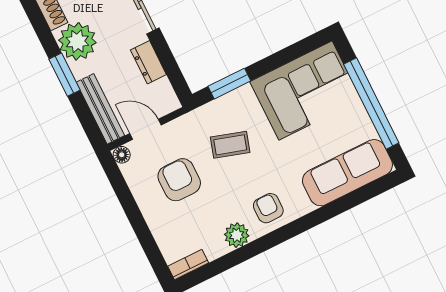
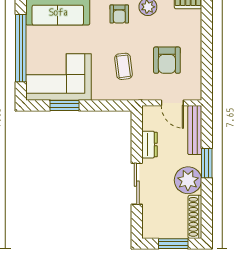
window: (229, 84) -> (64, 105), moved
coffee table: (230, 145) -> (123, 66), turned 66
floor lamp: (122, 155) -> (196, 94), removed

